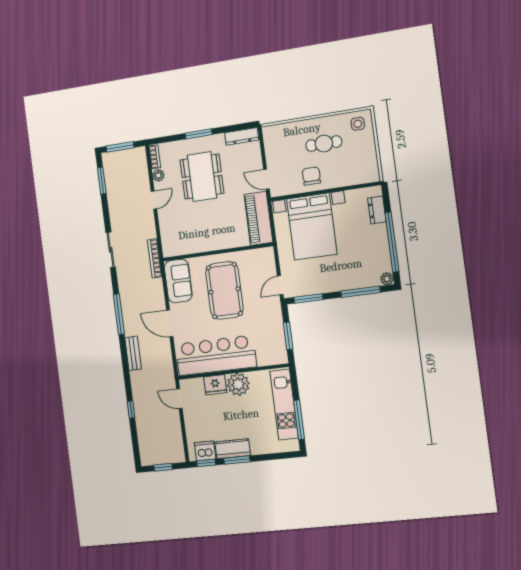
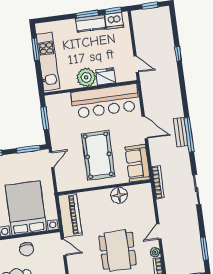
floor lamp: (200, 243) -> (119, 195), added
bench: (133, 353) -> (181, 132), moved
window: (299, 420) -> (36, 49), width x0.69

